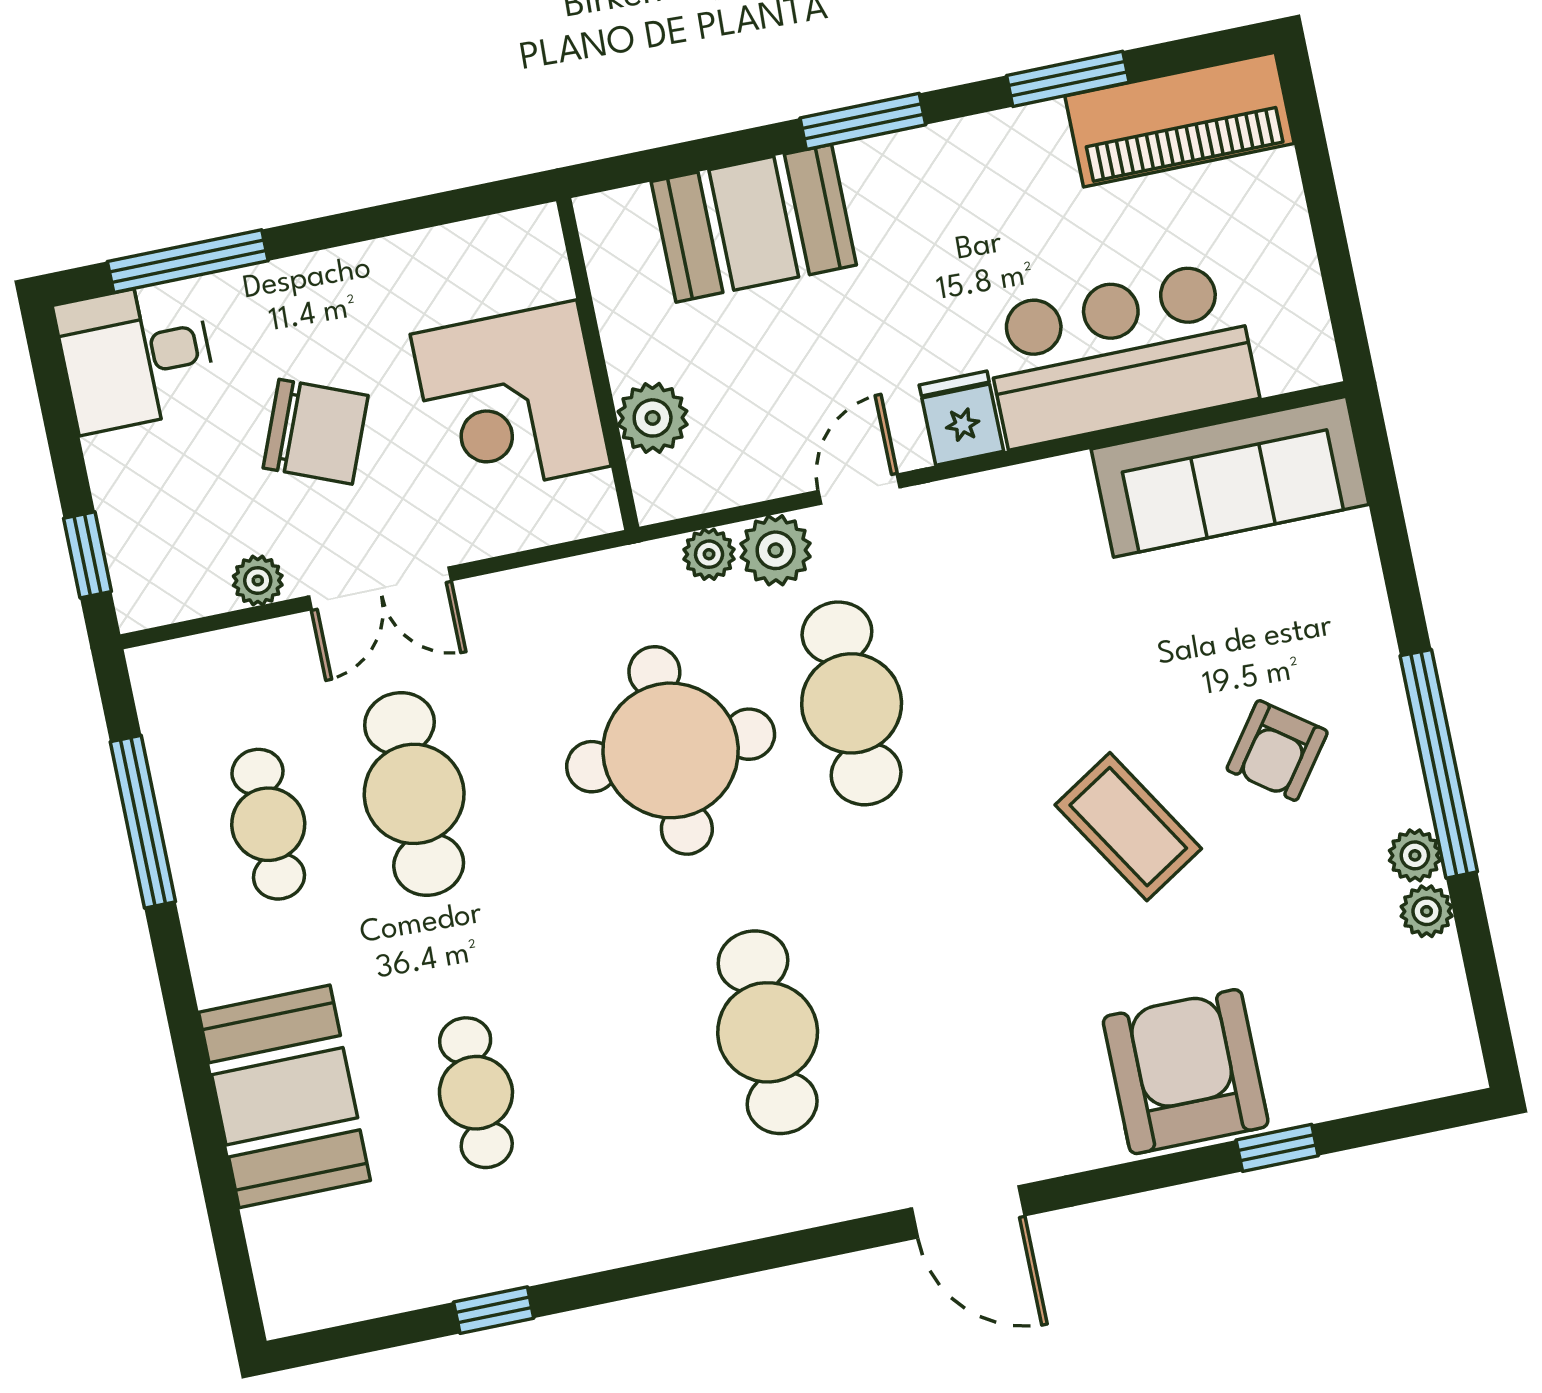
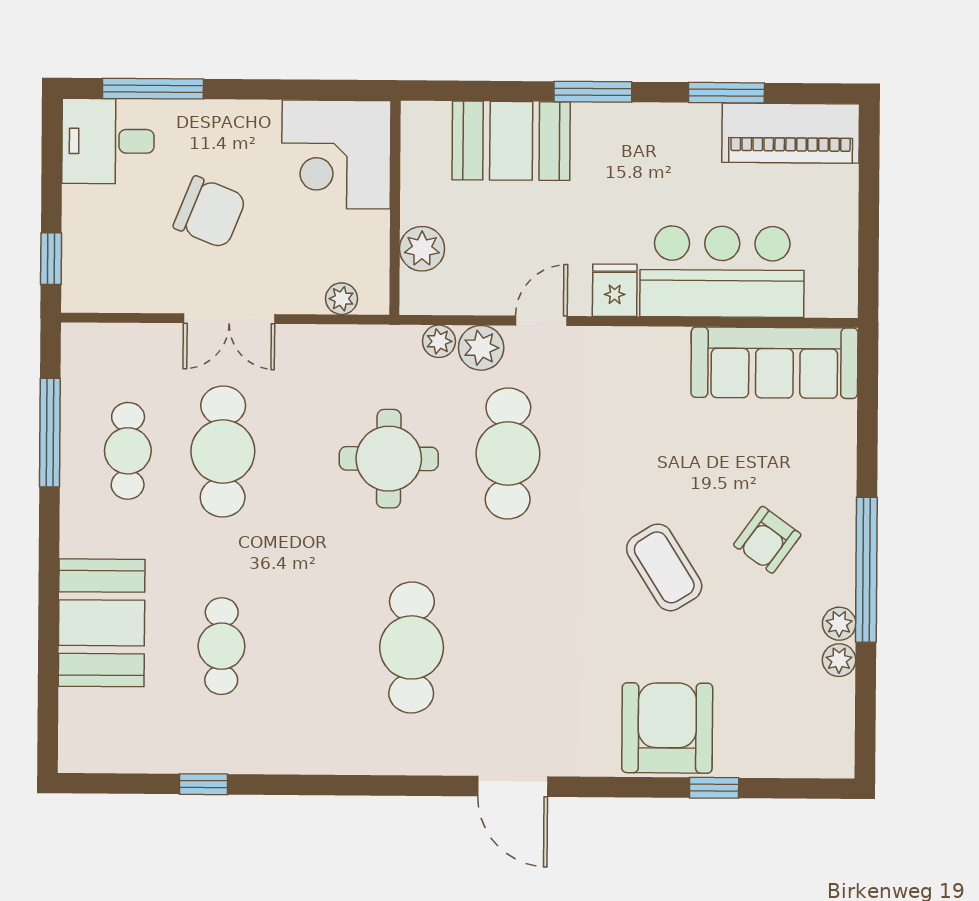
corner desk: (511, 400) -> (336, 154), moved
plant: (258, 580) -> (342, 299), moved
round table: (671, 750) -> (389, 459), width x0.73, depth x0.73

